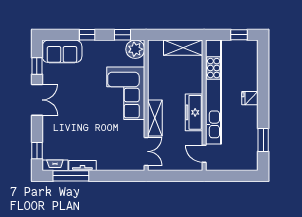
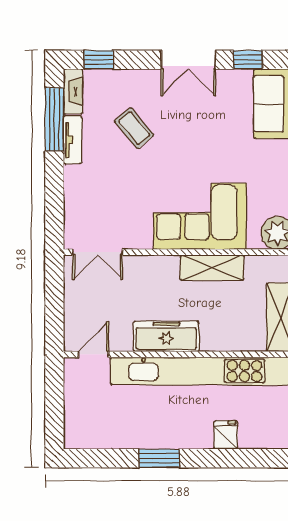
fridge: (250, 98) -> (226, 435), moved
shelving: (155, 118) -> (212, 268), moved
coffee table: (76, 131) -> (134, 128), added
window: (263, 140) -> (159, 458), moved

